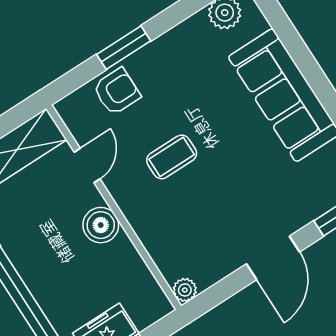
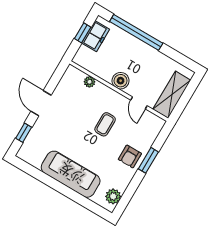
armchair: (117, 92) -> (130, 156), moved
plant: (185, 290) -> (90, 82), moved

